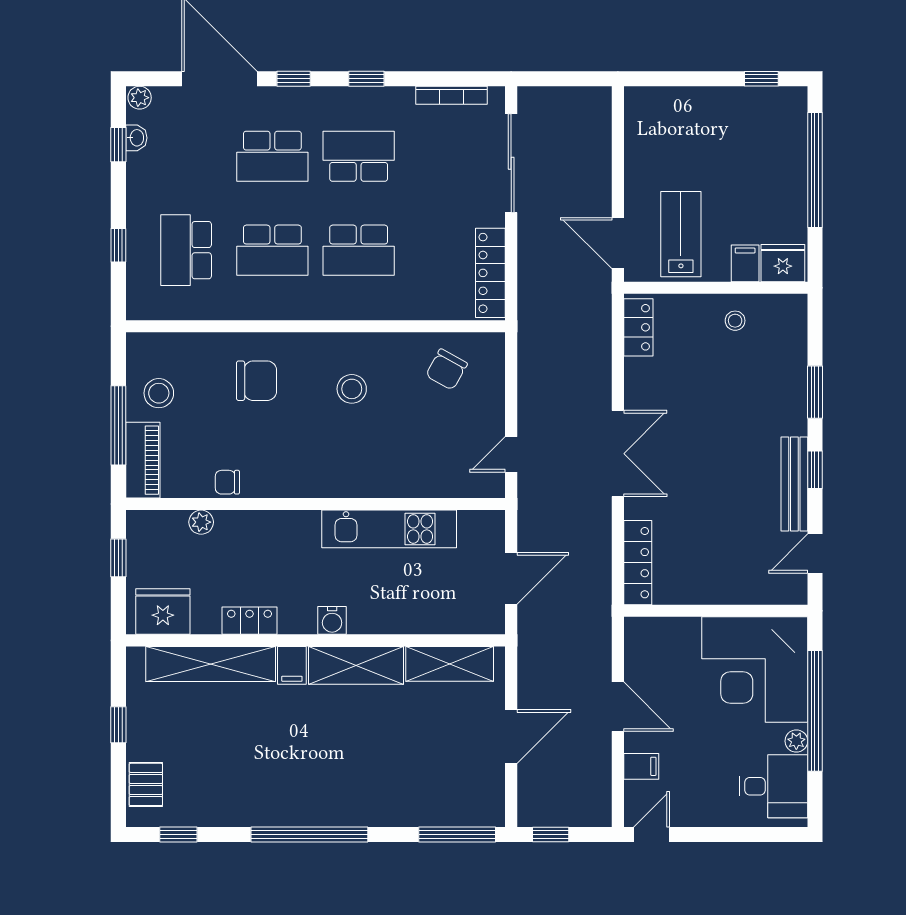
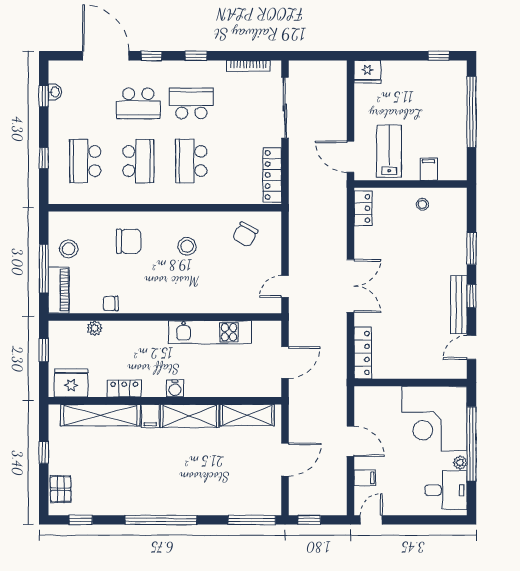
plant: (140, 98) -> (57, 67), removed
school desk: (272, 250) -> (138, 161), turned -90
school desk: (359, 250) -> (191, 161), turned 90
fridge: (783, 263) -> (367, 72), moved, turned 180

